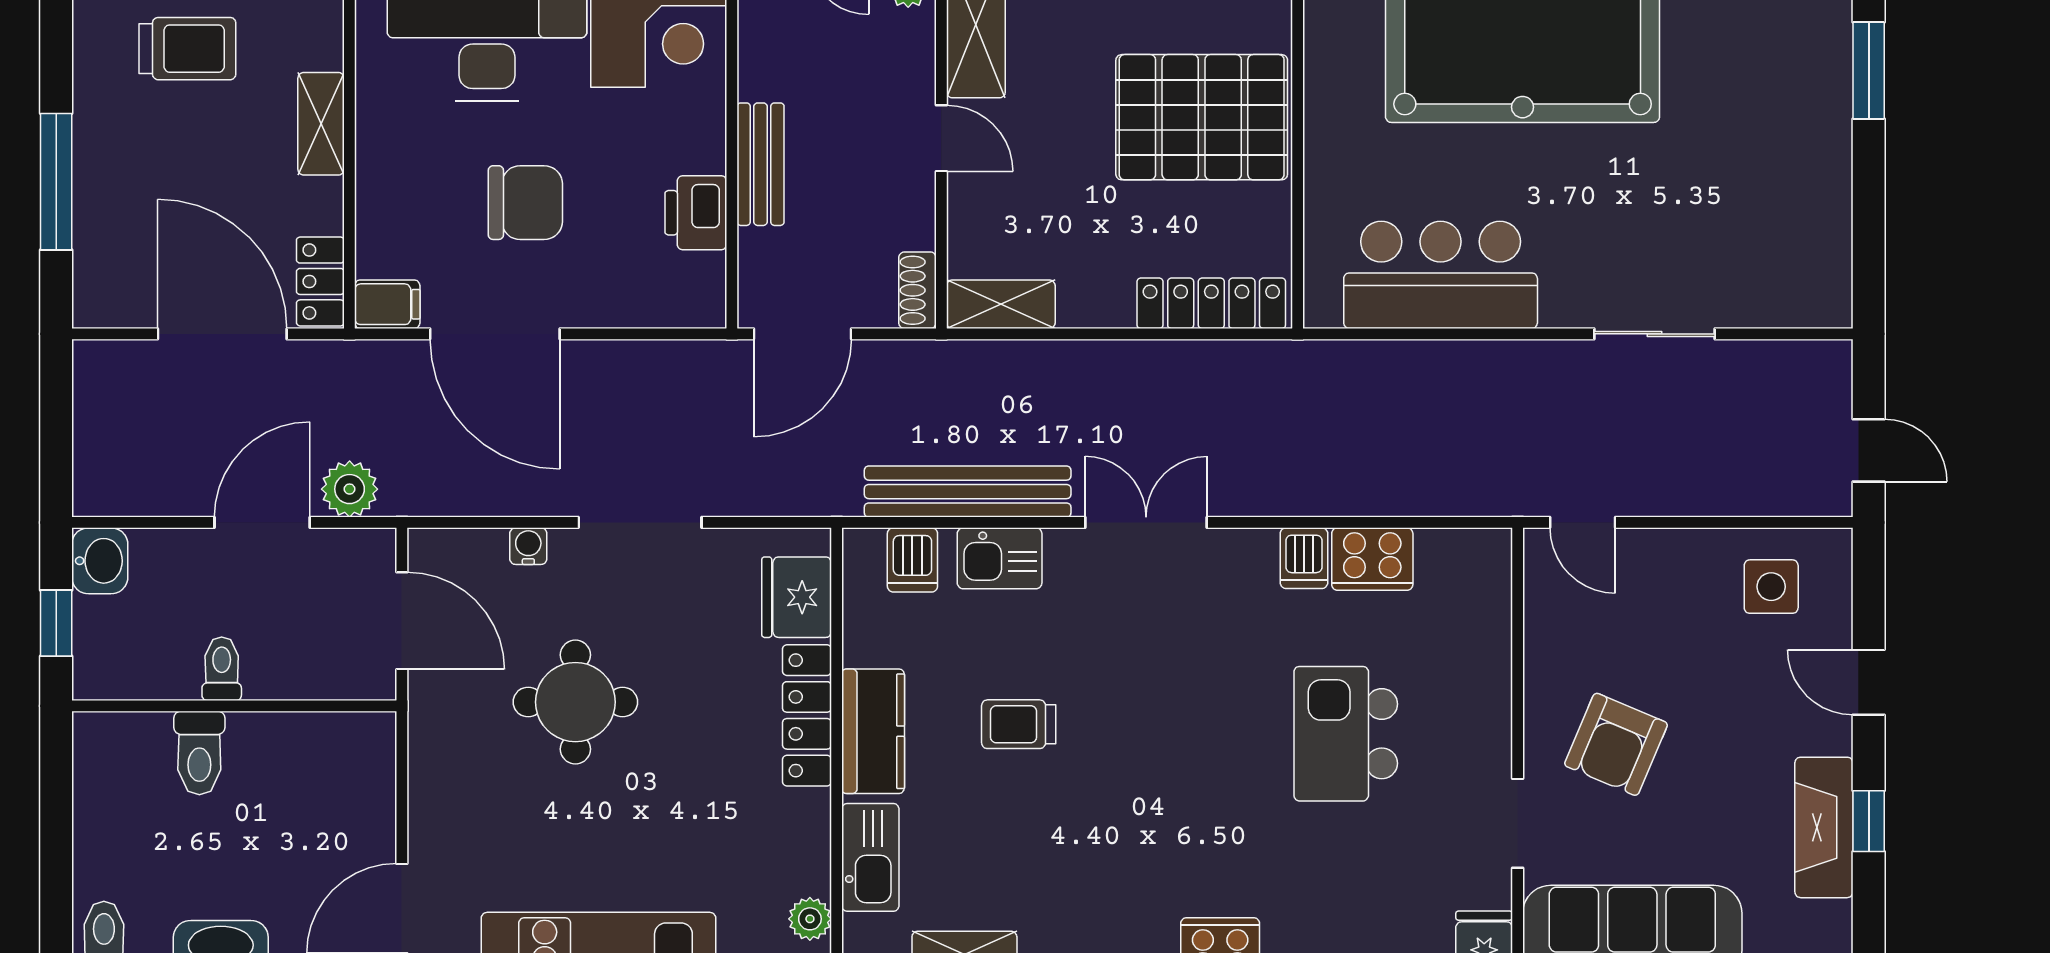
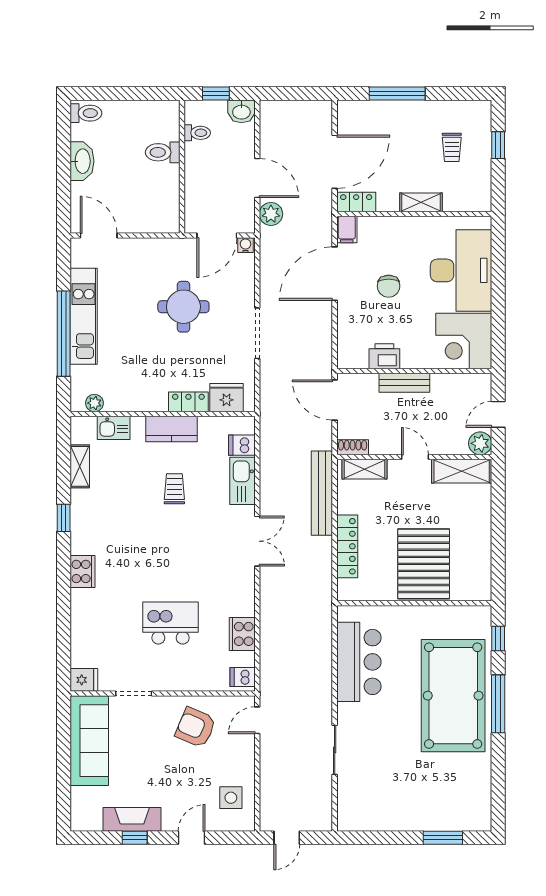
trolley: (187, 49) -> (452, 147), width x0.73, depth x0.72
door: (941, 138) -> (415, 457), swing flipped
chair: (525, 203) -> (389, 286), width x0.73, depth x0.73
locker: (1211, 303) -> (347, 546), moved
shelving: (1001, 304) -> (365, 469), moved, turned 90
bench: (968, 492) -> (322, 493), moved
water cooler: (528, 546) -> (246, 245), moved, turned -90
kitchen sink: (1000, 558) -> (242, 481), width x1.38
dishwasher: (1304, 558) -> (243, 677), moved
toilet: (222, 669) -> (197, 133), moved
locker: (807, 715) -> (188, 402), width x0.66
armchair: (1616, 744) -> (196, 727), moved
kitchen sink: (870, 857) -> (114, 428), width x0.73

